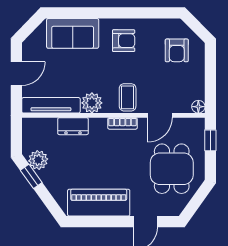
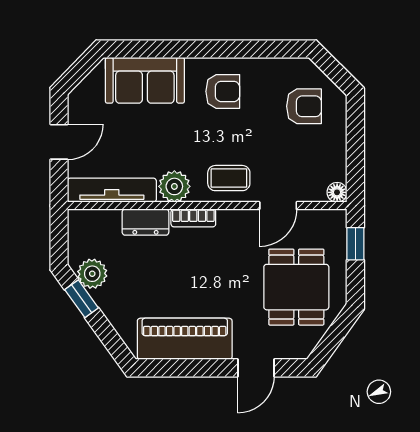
armchair: (177, 50) -> (304, 106), turned -90
coffee table: (128, 97) -> (229, 178), turned 90
bookcase: (123, 123) -> (193, 218), moved

